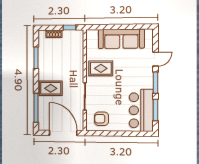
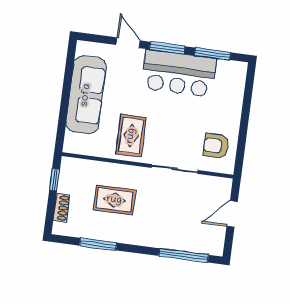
rug: (51, 88) -> (114, 200), moved, turned 90
bar counter: (141, 110) -> (179, 73), moved
armchair: (101, 119) -> (216, 146), turned 90
door: (63, 133) -> (232, 214), width x0.53

